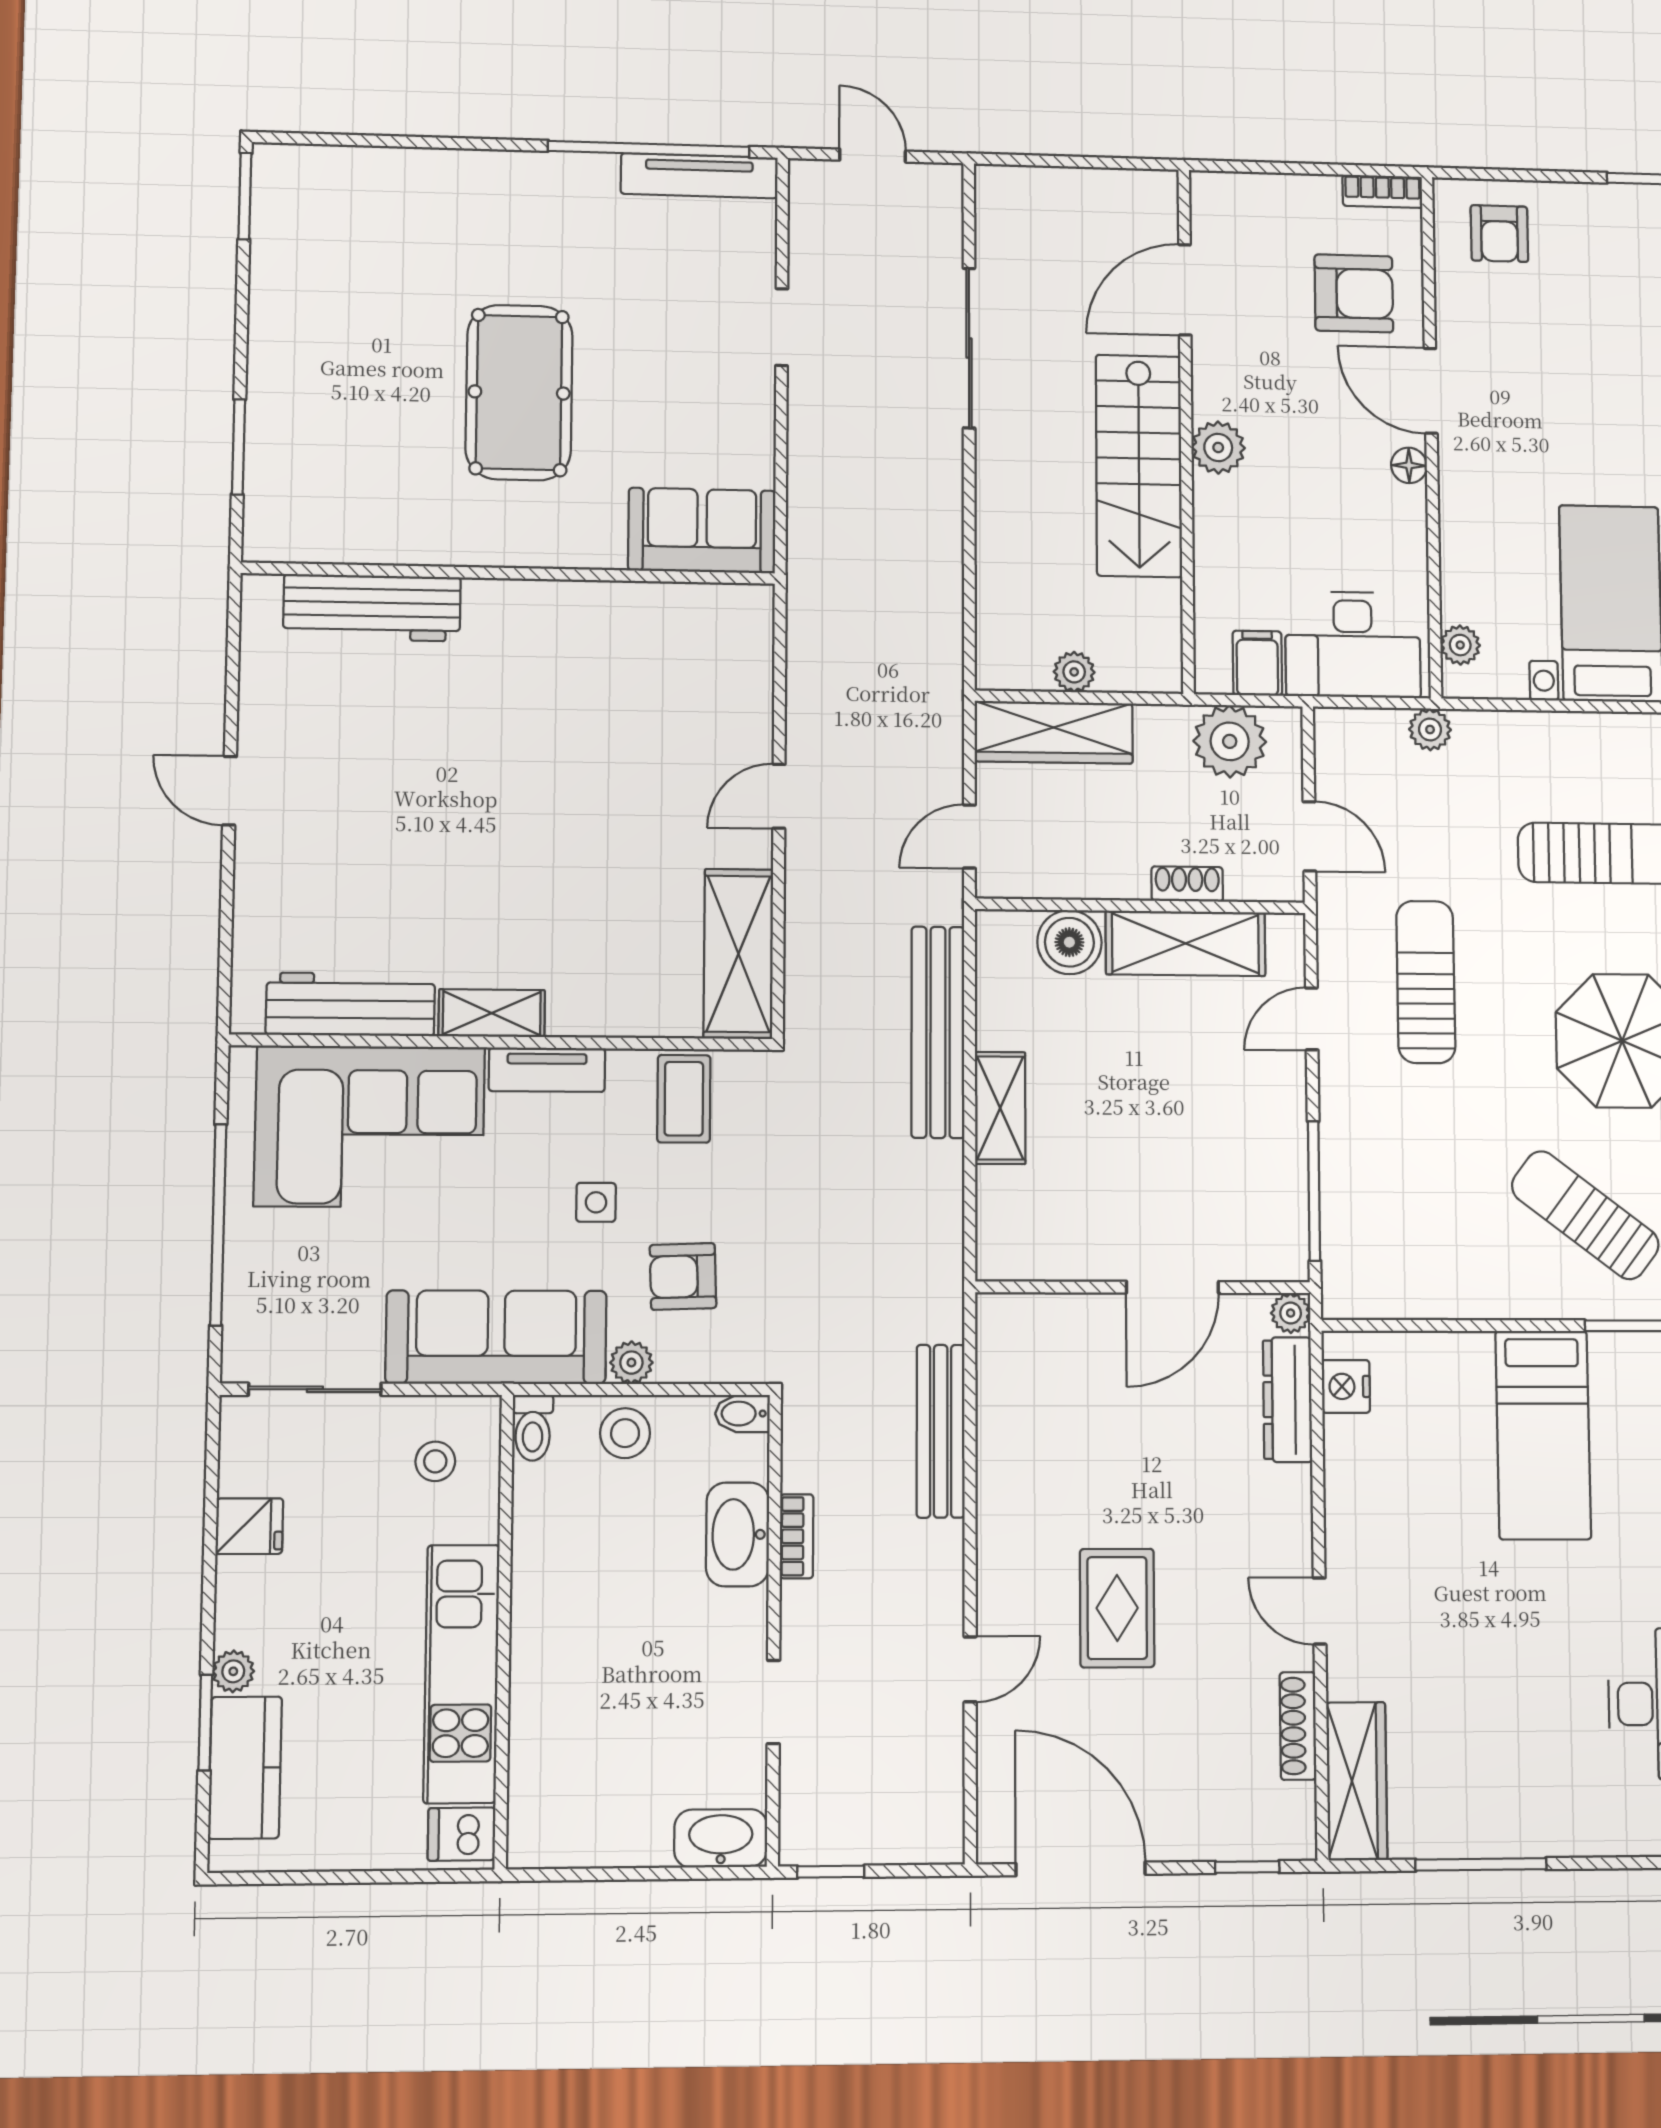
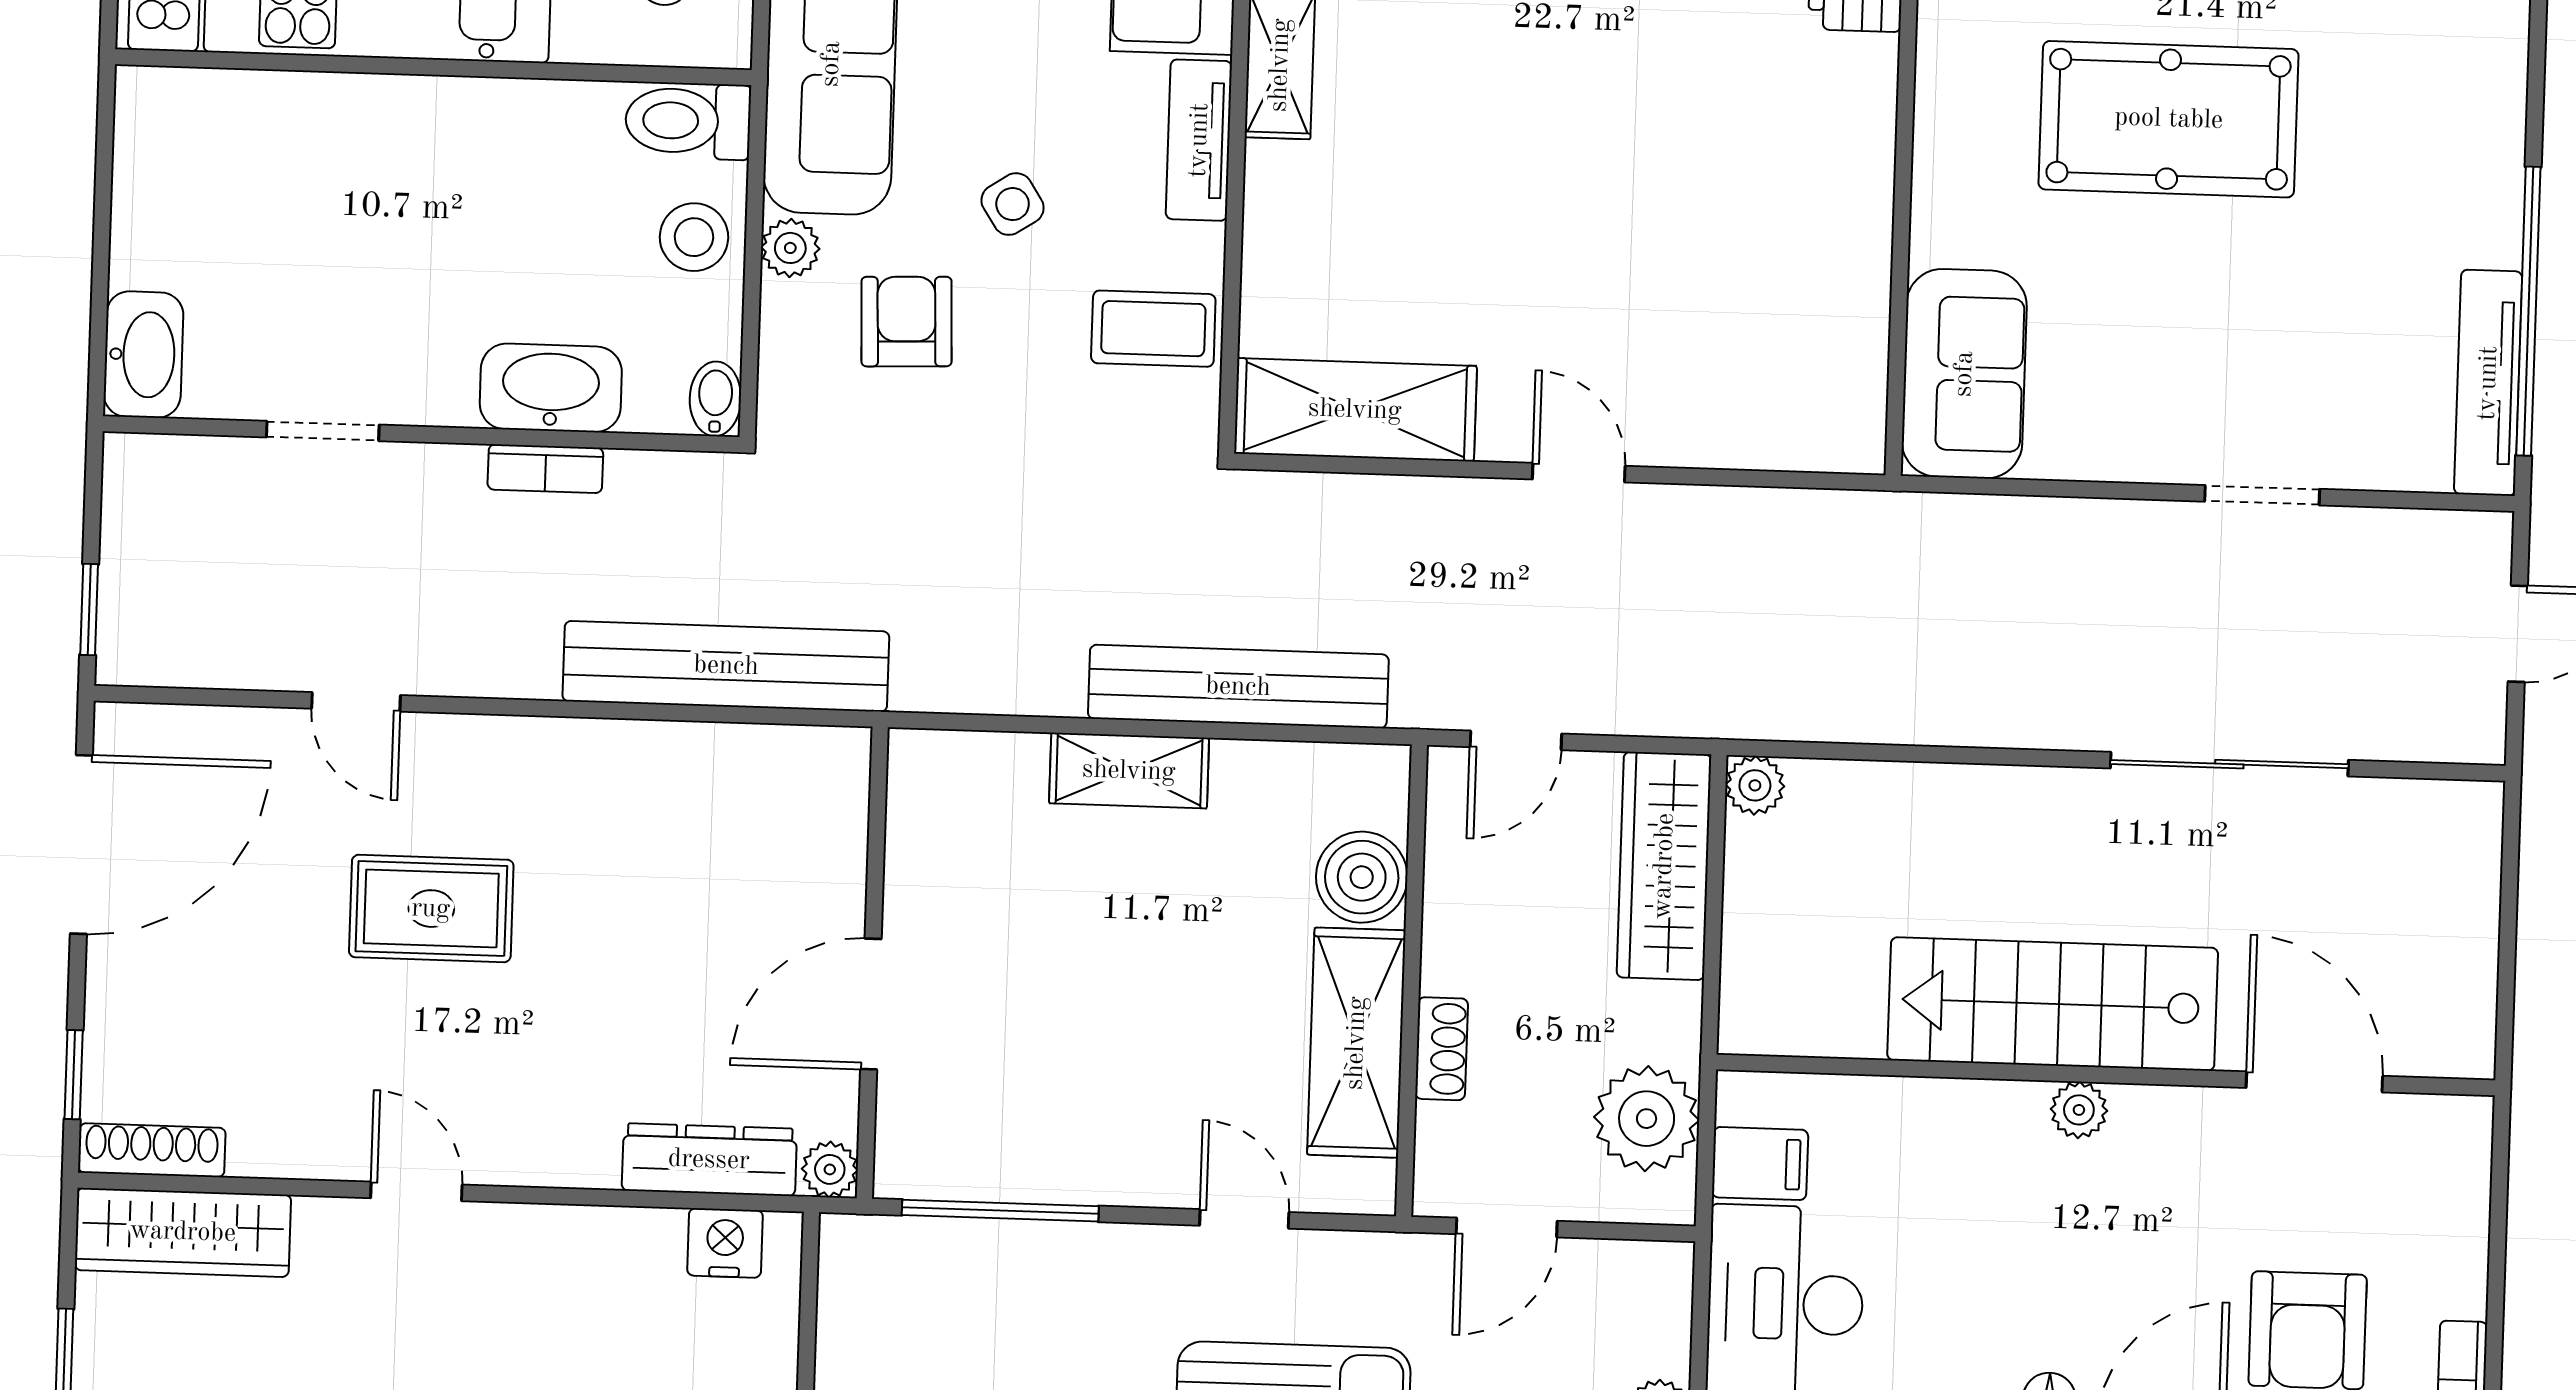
plant: (1218, 447) -> (2079, 1110), width x0.73, depth x0.73
plant: (1074, 672) -> (1755, 785), moved
door: (969, 837) -> (1516, 740), swing flipped
side table: (596, 1202) -> (1013, 204), turned -33
door: (1173, 1287) -> (871, 1004), hinge flipped
toilet: (533, 1428) -> (688, 121), width x1.37, depth x1.39
bench: (941, 1431) -> (726, 666), width x1.37, depth x1.21
door: (1320, 1611) -> (416, 1191), hinge flipped
shoe rack: (1298, 1726) -> (152, 1150), moved
window: (831, 1872) -> (89, 609), moved

